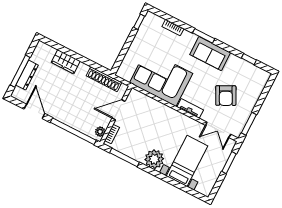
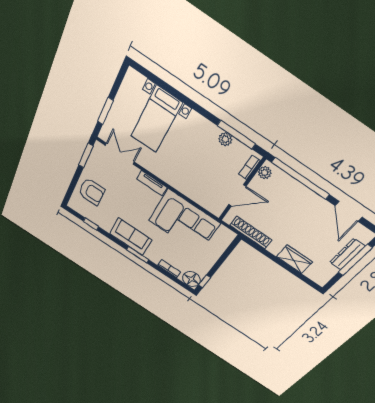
floor lamp: (151, 21) -> (191, 279), added
armchair: (226, 96) -> (92, 192), moved, turned 117
plant: (154, 159) -> (225, 139), moved, width x0.53, depth x0.53

